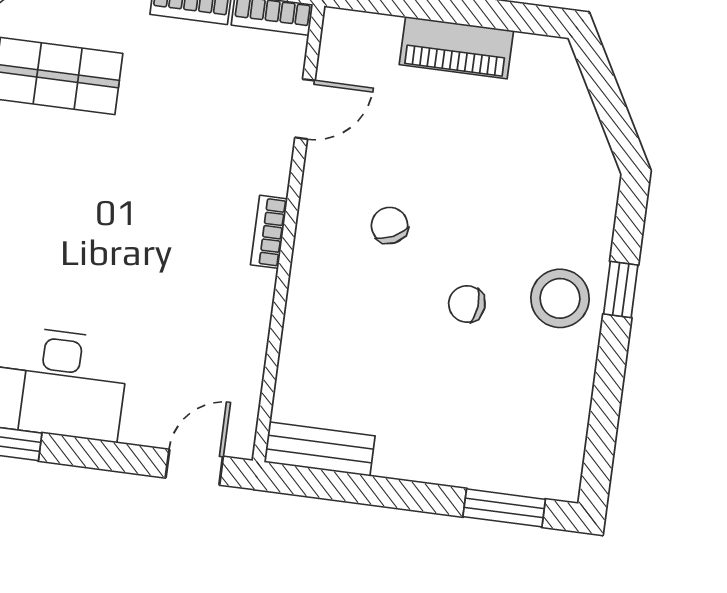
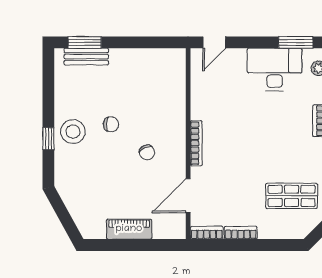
door: (305, 109) -> (188, 196), width x1.38
bookcase: (269, 232) -> (196, 143), width x1.56
bench: (320, 449) -> (86, 57), moved

